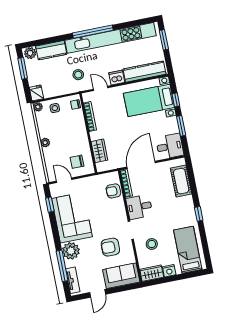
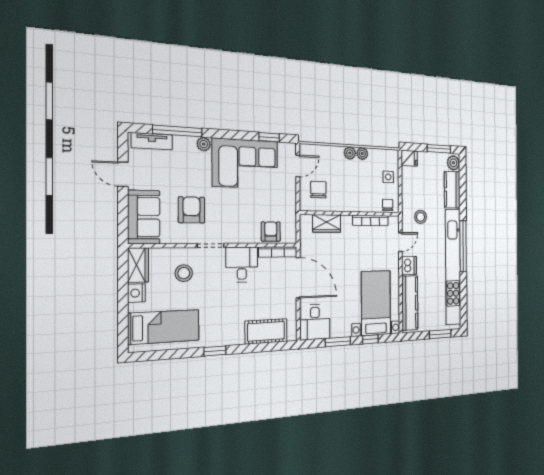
plant: (38, 107) -> (362, 154), moved
plant: (71, 251) -> (204, 144), width x0.53, depth x0.53

